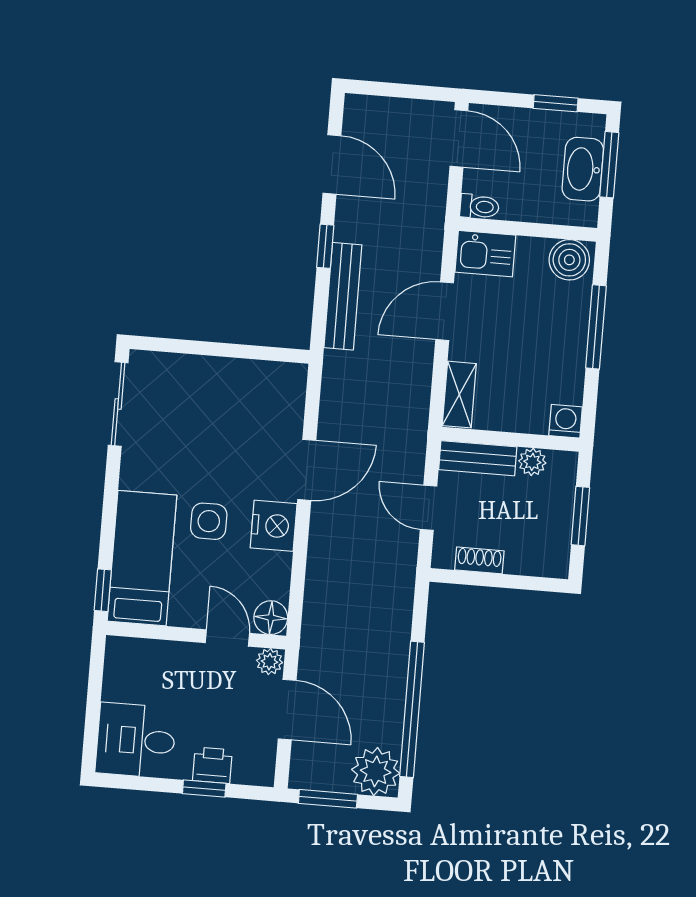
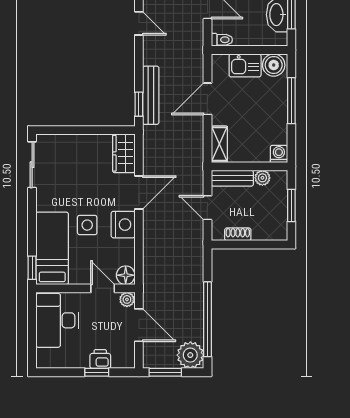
door: (332, 164) -> (139, 23), width x0.73
window: (325, 246) -> (139, 104), moved
kitchen sink: (485, 254) -> (245, 65), moved
wardrobe: (285, 397) -> (124, 153), added
desk: (136, 740) -> (57, 320), moved, width x1.37

